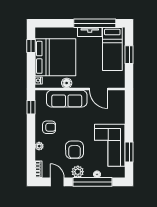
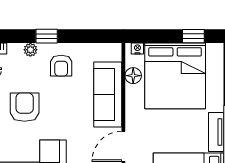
floor lamp: (67, 83) -> (133, 76), moved
window: (31, 107) -> (47, 36), moved
armchair: (75, 150) -> (25, 107), turned 91

